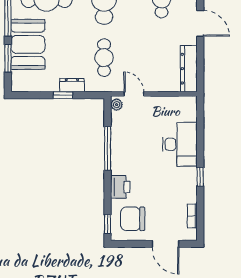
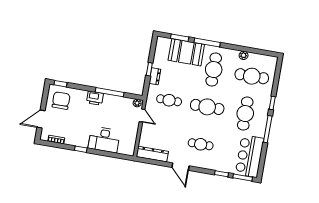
door: (200, 23) -> (180, 167), hinge flipped
door: (134, 94) -> (142, 116), hinge flipped
printer: (120, 187) -> (95, 98), moved

